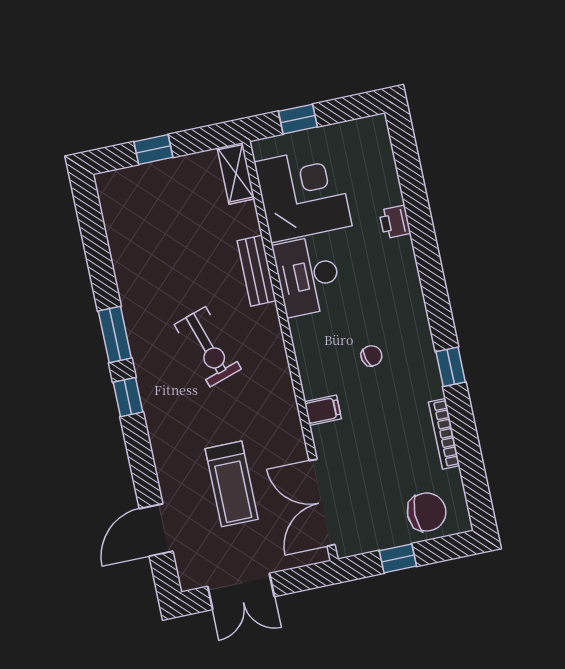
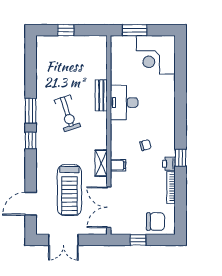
window: (298, 119) -> (135, 30), width x1.50
shelving: (236, 173) -> (101, 163), moved
corner desk: (303, 194) -> (156, 55), moved, turned 180
printer: (395, 222) -> (169, 164), moved
exercise bike: (208, 347) -> (67, 113), moved
treadmill: (232, 484) -> (69, 190), width x1.37, depth x1.38

